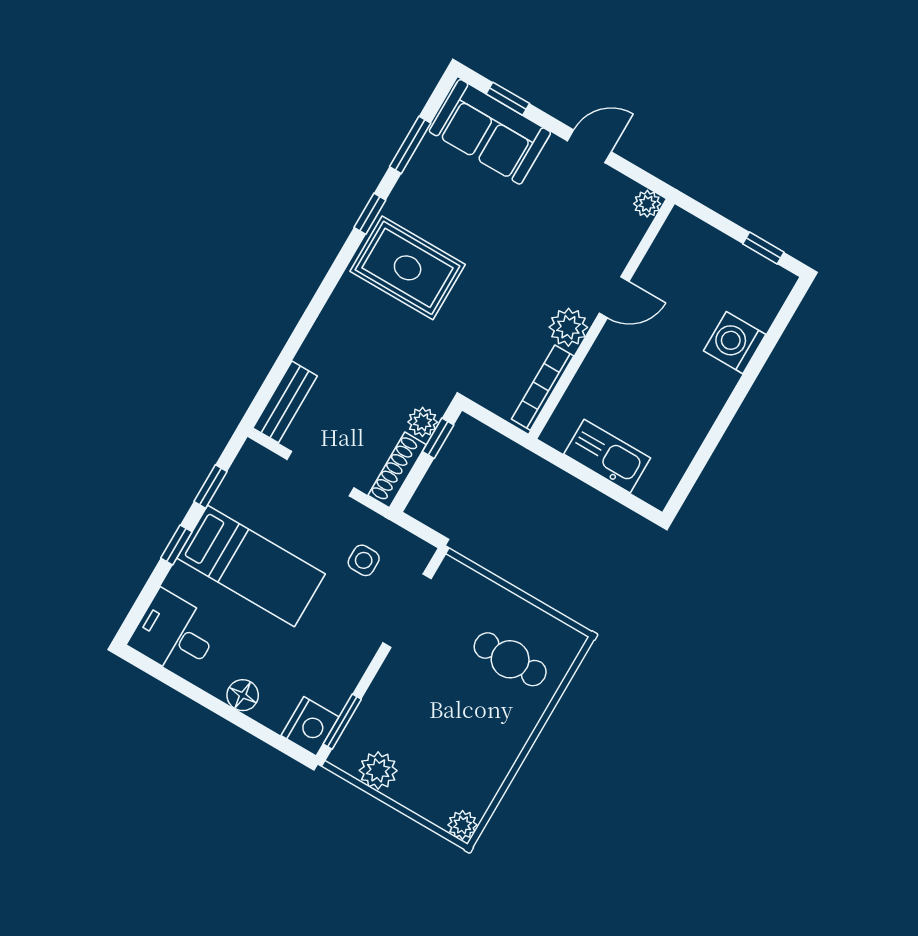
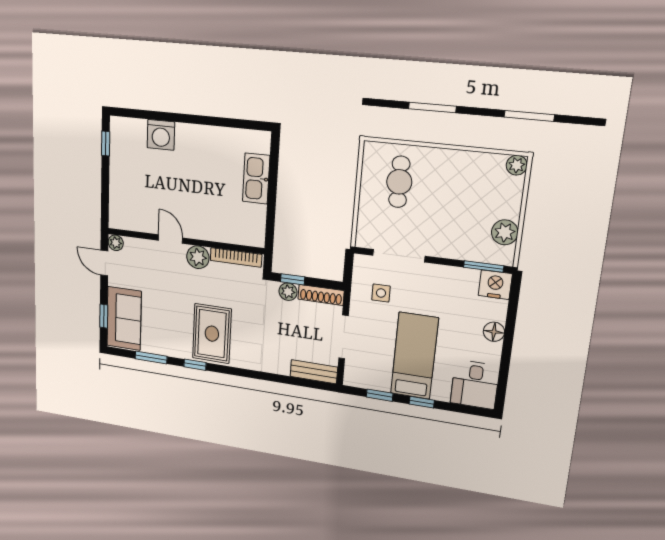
plant: (647, 204) -> (116, 243), moved
door: (614, 297) -> (170, 239), moved
wall: (602, 319) -> (185, 241), moved
plant: (568, 327) -> (198, 257), moved
bookcase: (543, 388) -> (236, 257), moved

